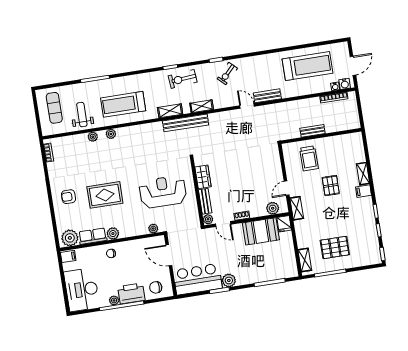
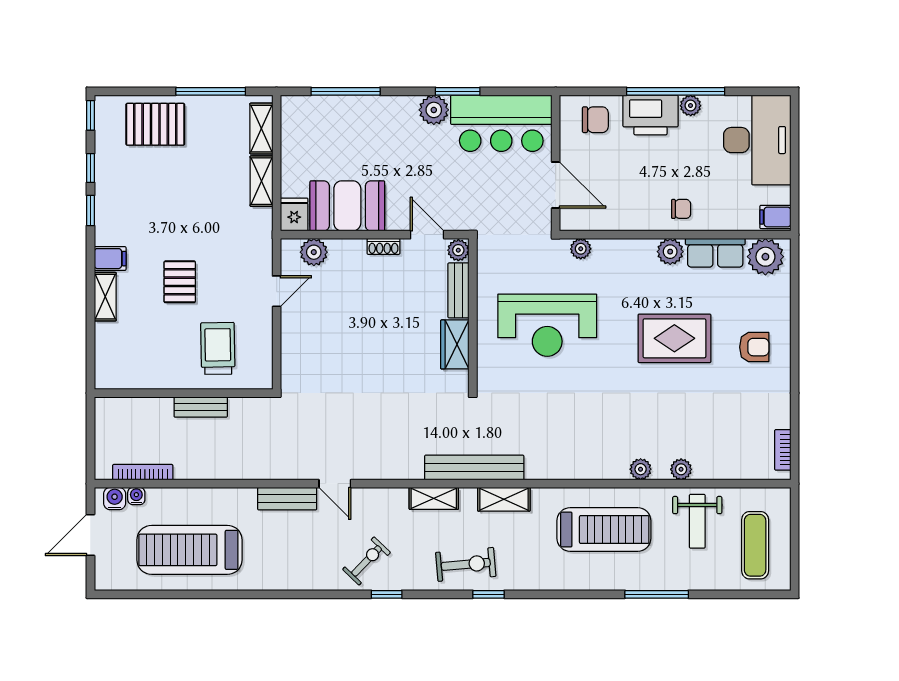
shelving: (297, 208) -> (261, 181), moved
pallet: (335, 247) -> (155, 124), moved

